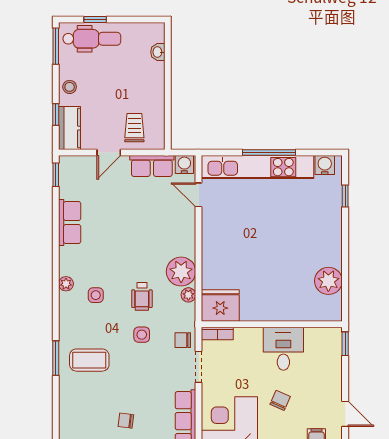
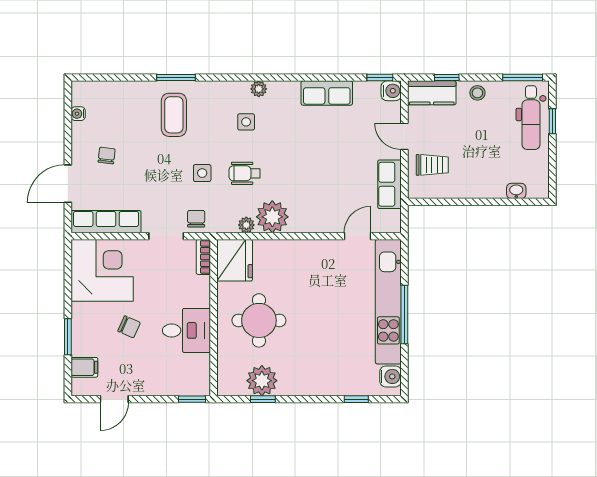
water cooler: (184, 165) -> (391, 91), moved
window: (345, 280) -> (263, 399), added
round table: (274, 284) -> (259, 320), added

